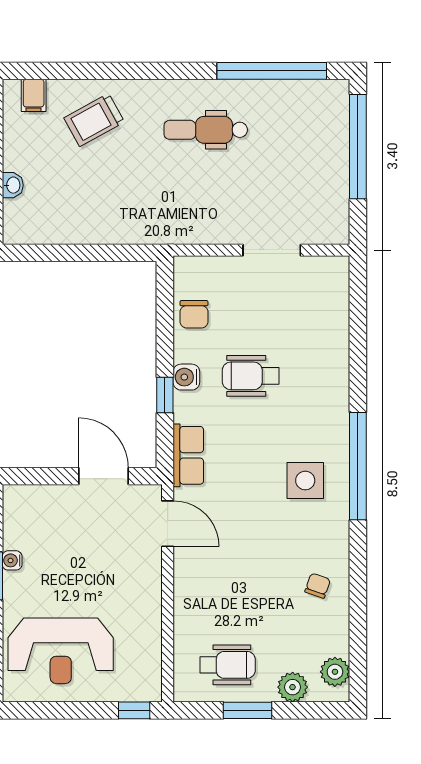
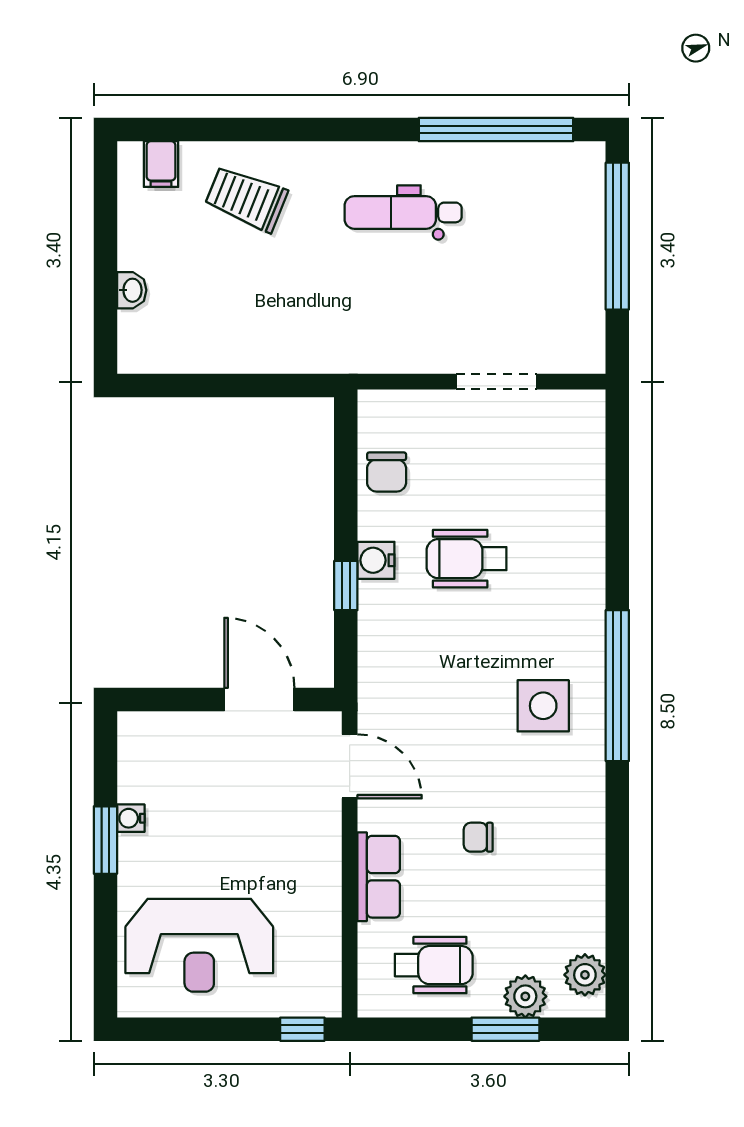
trolley: (94, 120) -> (246, 199), turned 51
row of seats: (188, 455) -> (379, 877), moved
chair: (318, 586) -> (478, 837), moved, turned -109
window: (248, 710) -> (505, 1029), moved

